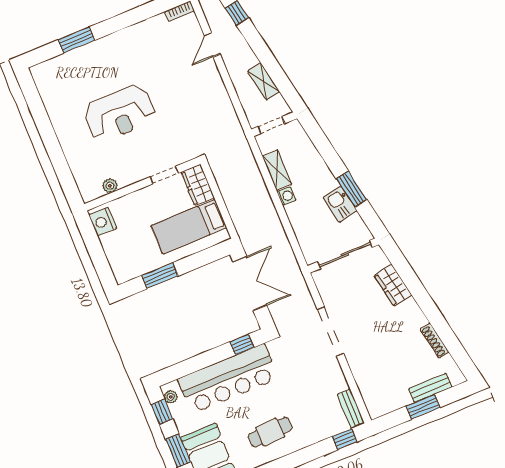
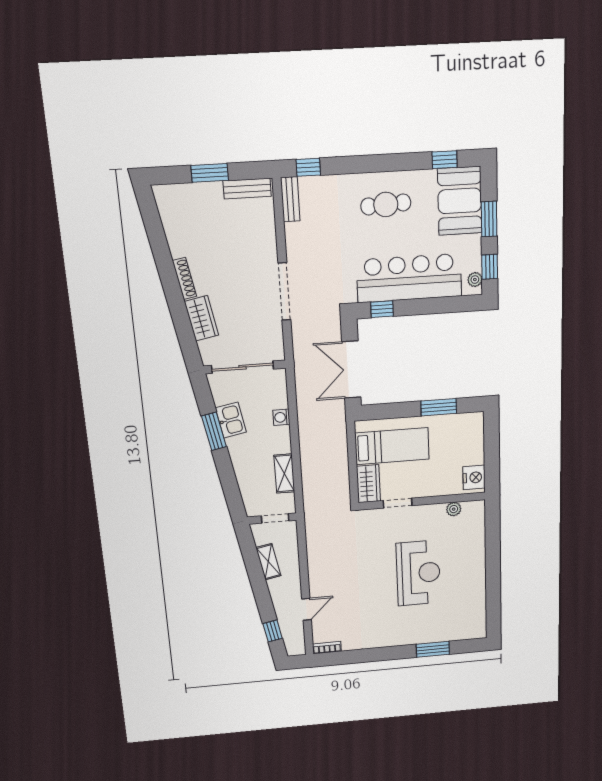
reception desk: (120, 113) -> (418, 573), turned 90
washing machine: (287, 196) -> (281, 417), moved
shoe rack: (435, 341) -> (185, 279), moved
bench: (430, 388) -> (247, 189), moved

